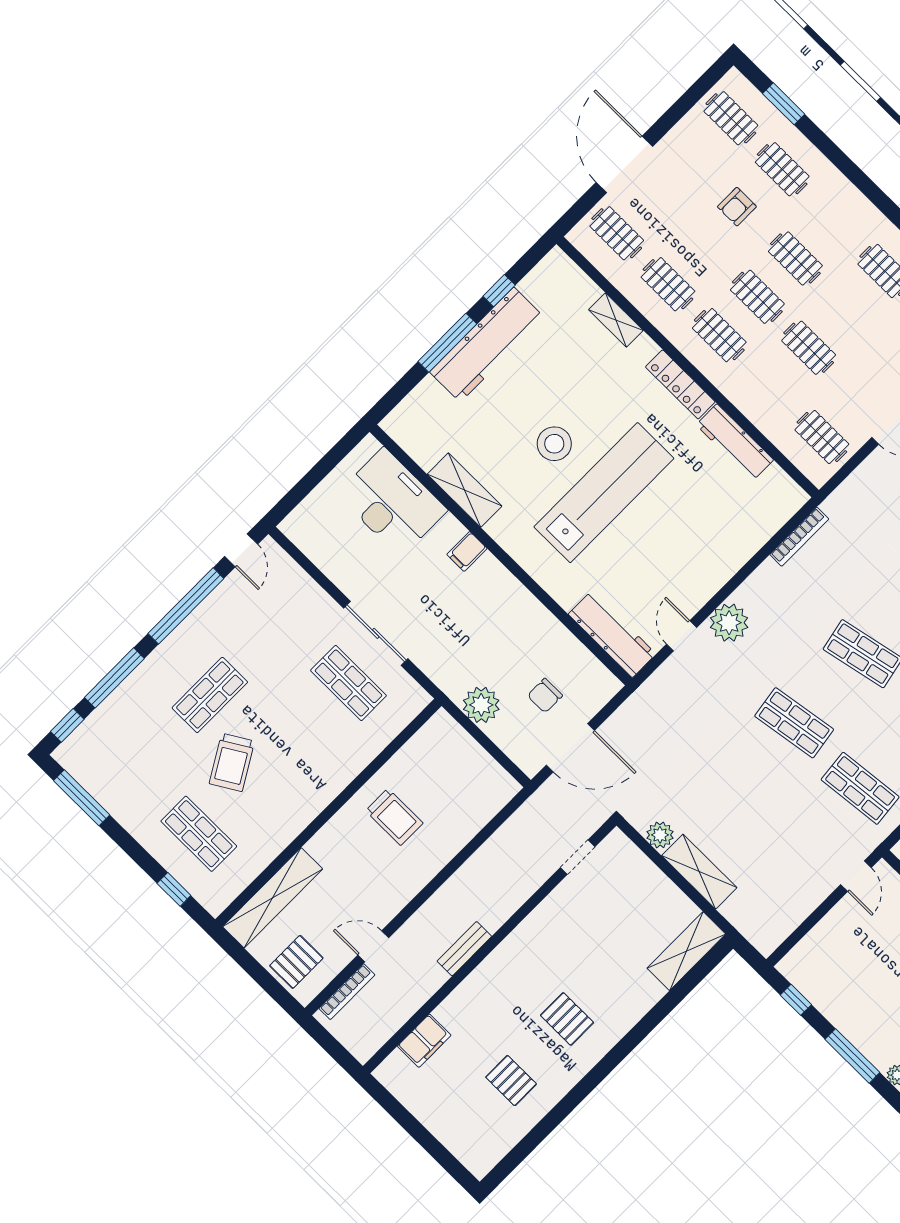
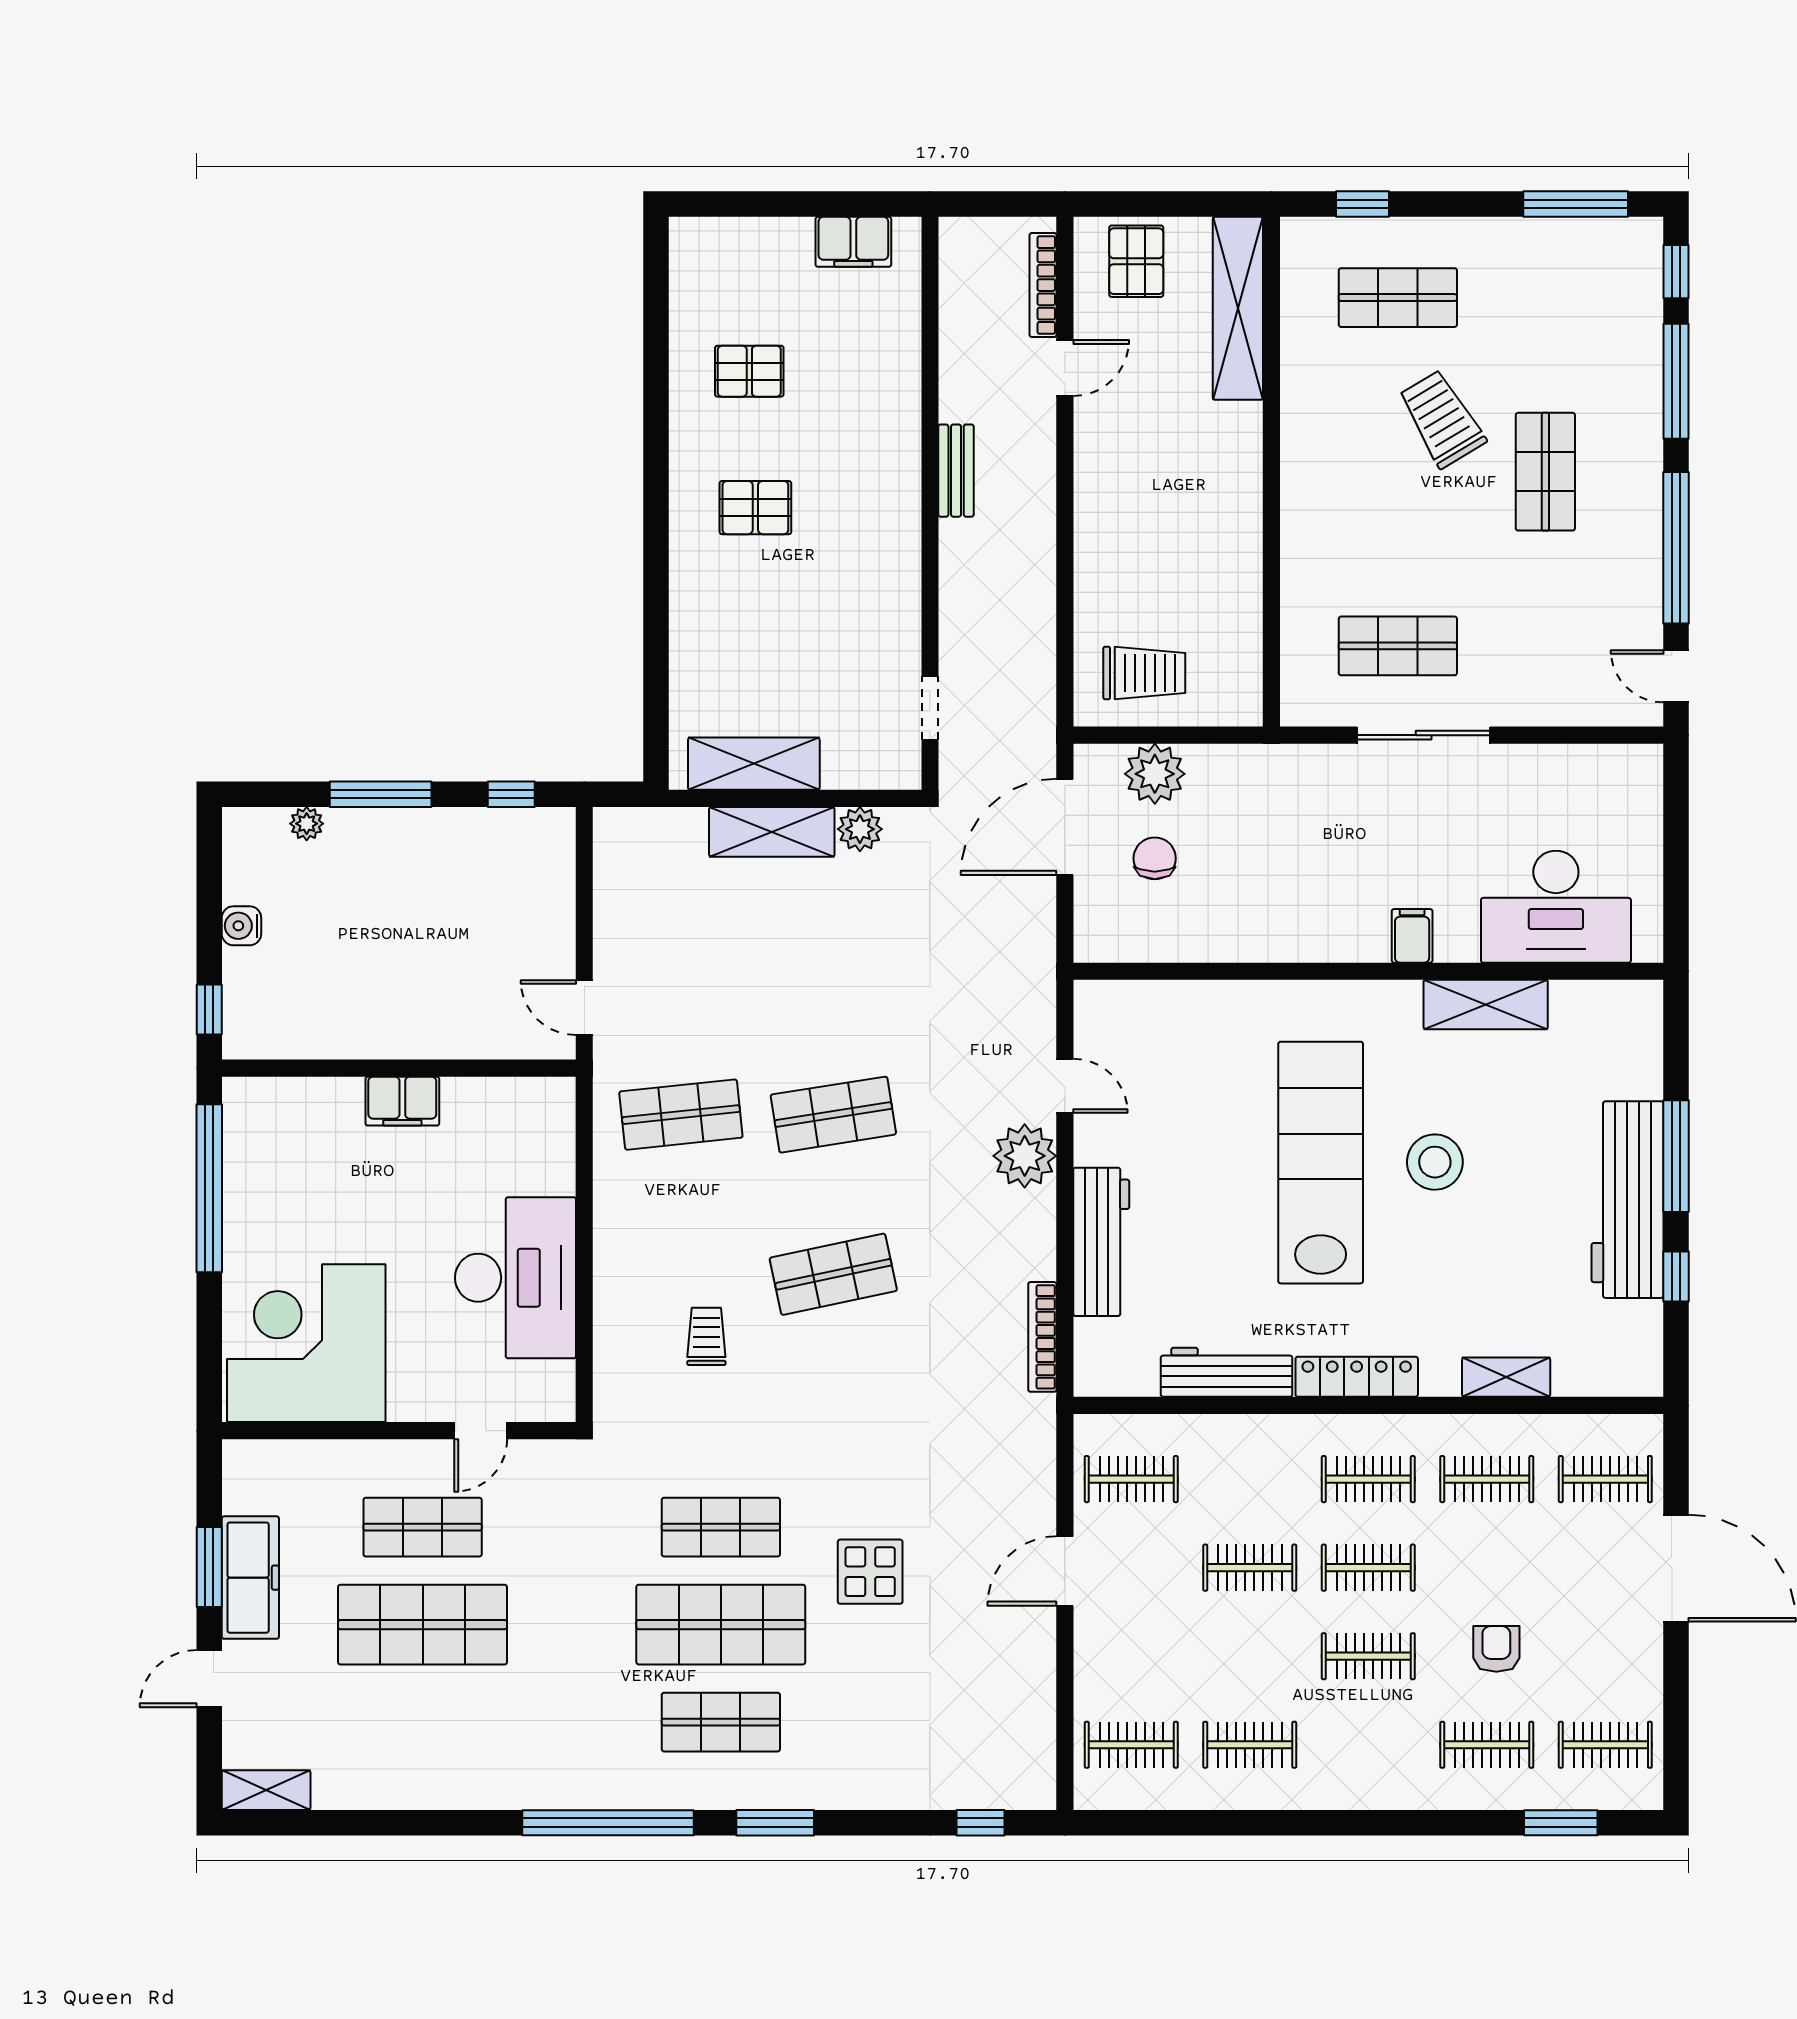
lab bench: (604, 493) -> (1321, 1163), turned 180
workbench: (612, 634) -> (1101, 1242), moved, turned -90
plant: (481, 705) -> (1155, 774), moved
trolley: (394, 817) -> (1144, 673), moved, turned 180
shelving: (686, 951) -> (754, 764), moved, turned 90
filing cabinet: (424, 1041) -> (853, 242), moved, turned -90

